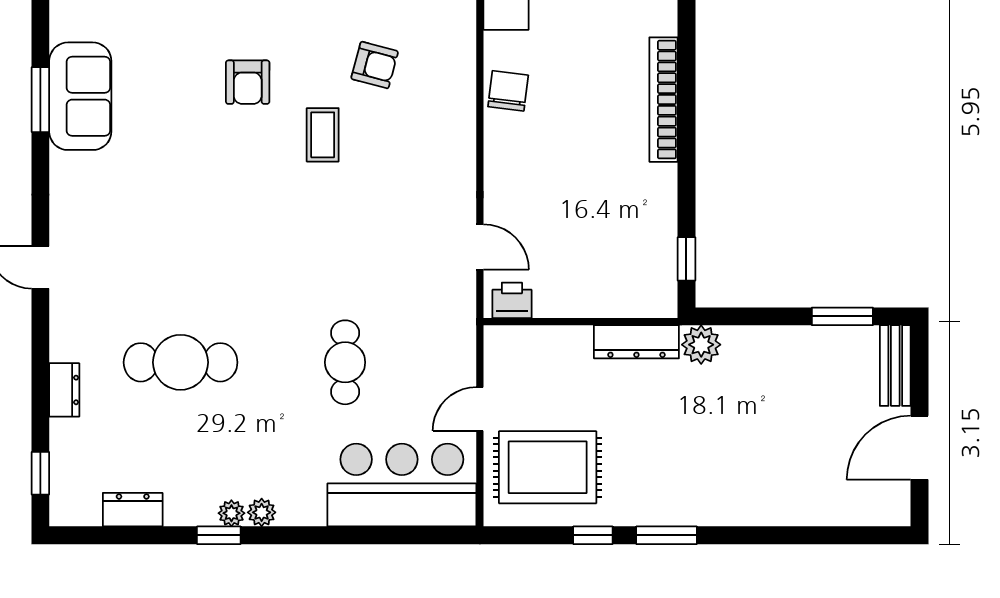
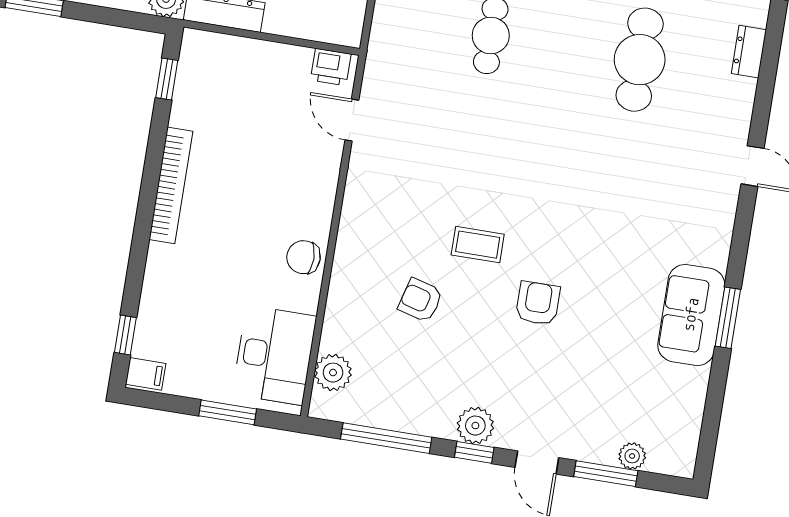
chair: (508, 91) -> (304, 257), turned 83
bookcase: (664, 100) -> (171, 185), moved
coffee table: (323, 135) -> (478, 245), turned 90
cafe table: (181, 362) -> (640, 60), turned 90

